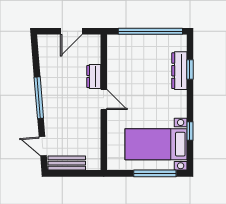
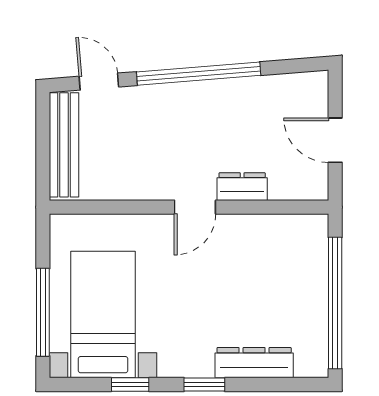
window: (190, 69) -> (204, 385), moved
window: (39, 98) -> (199, 74), width x1.46
door: (43, 146) -> (99, 82), hinge flipped
bench: (67, 163) -> (64, 145), width x1.36

